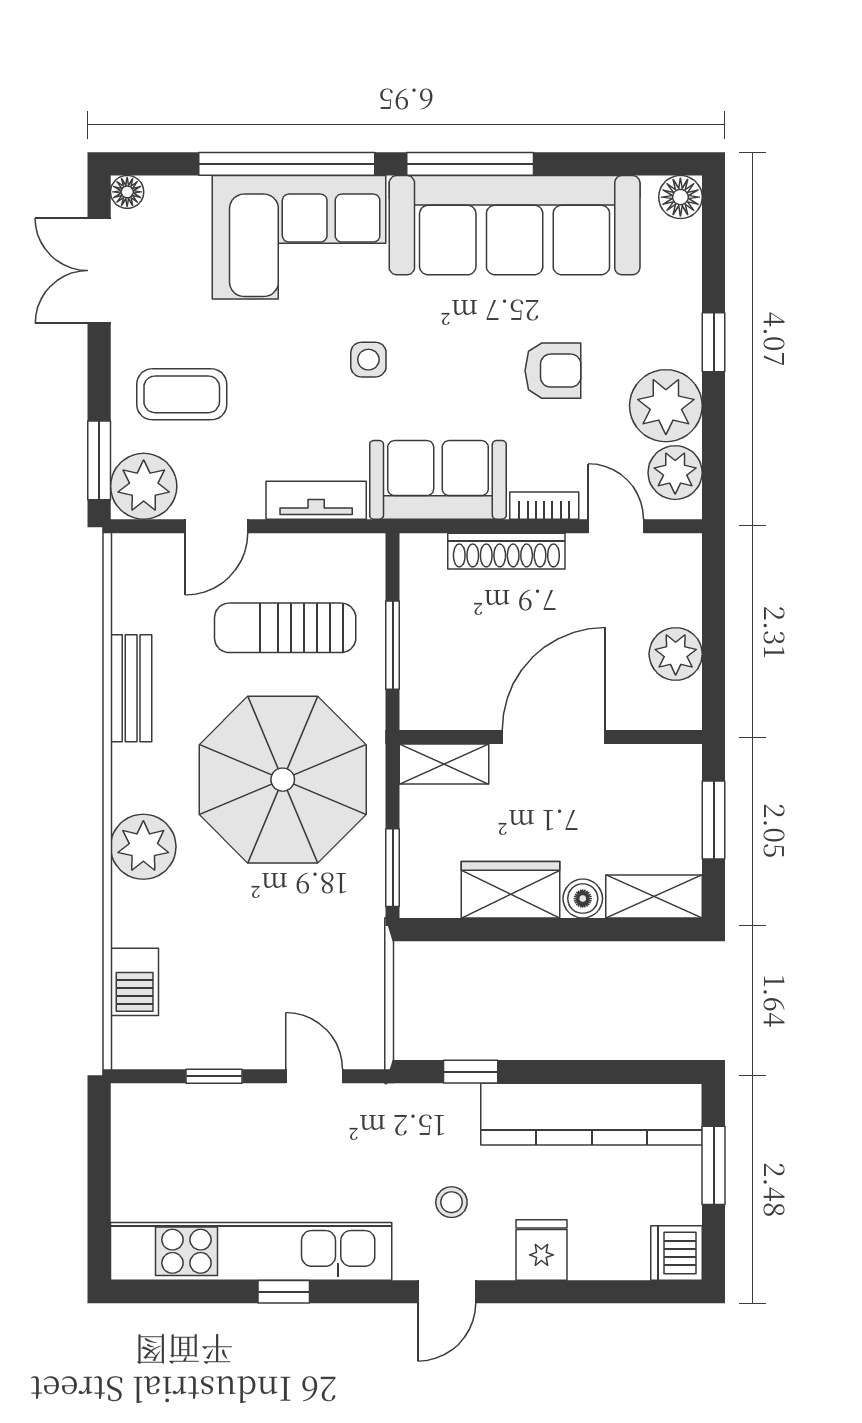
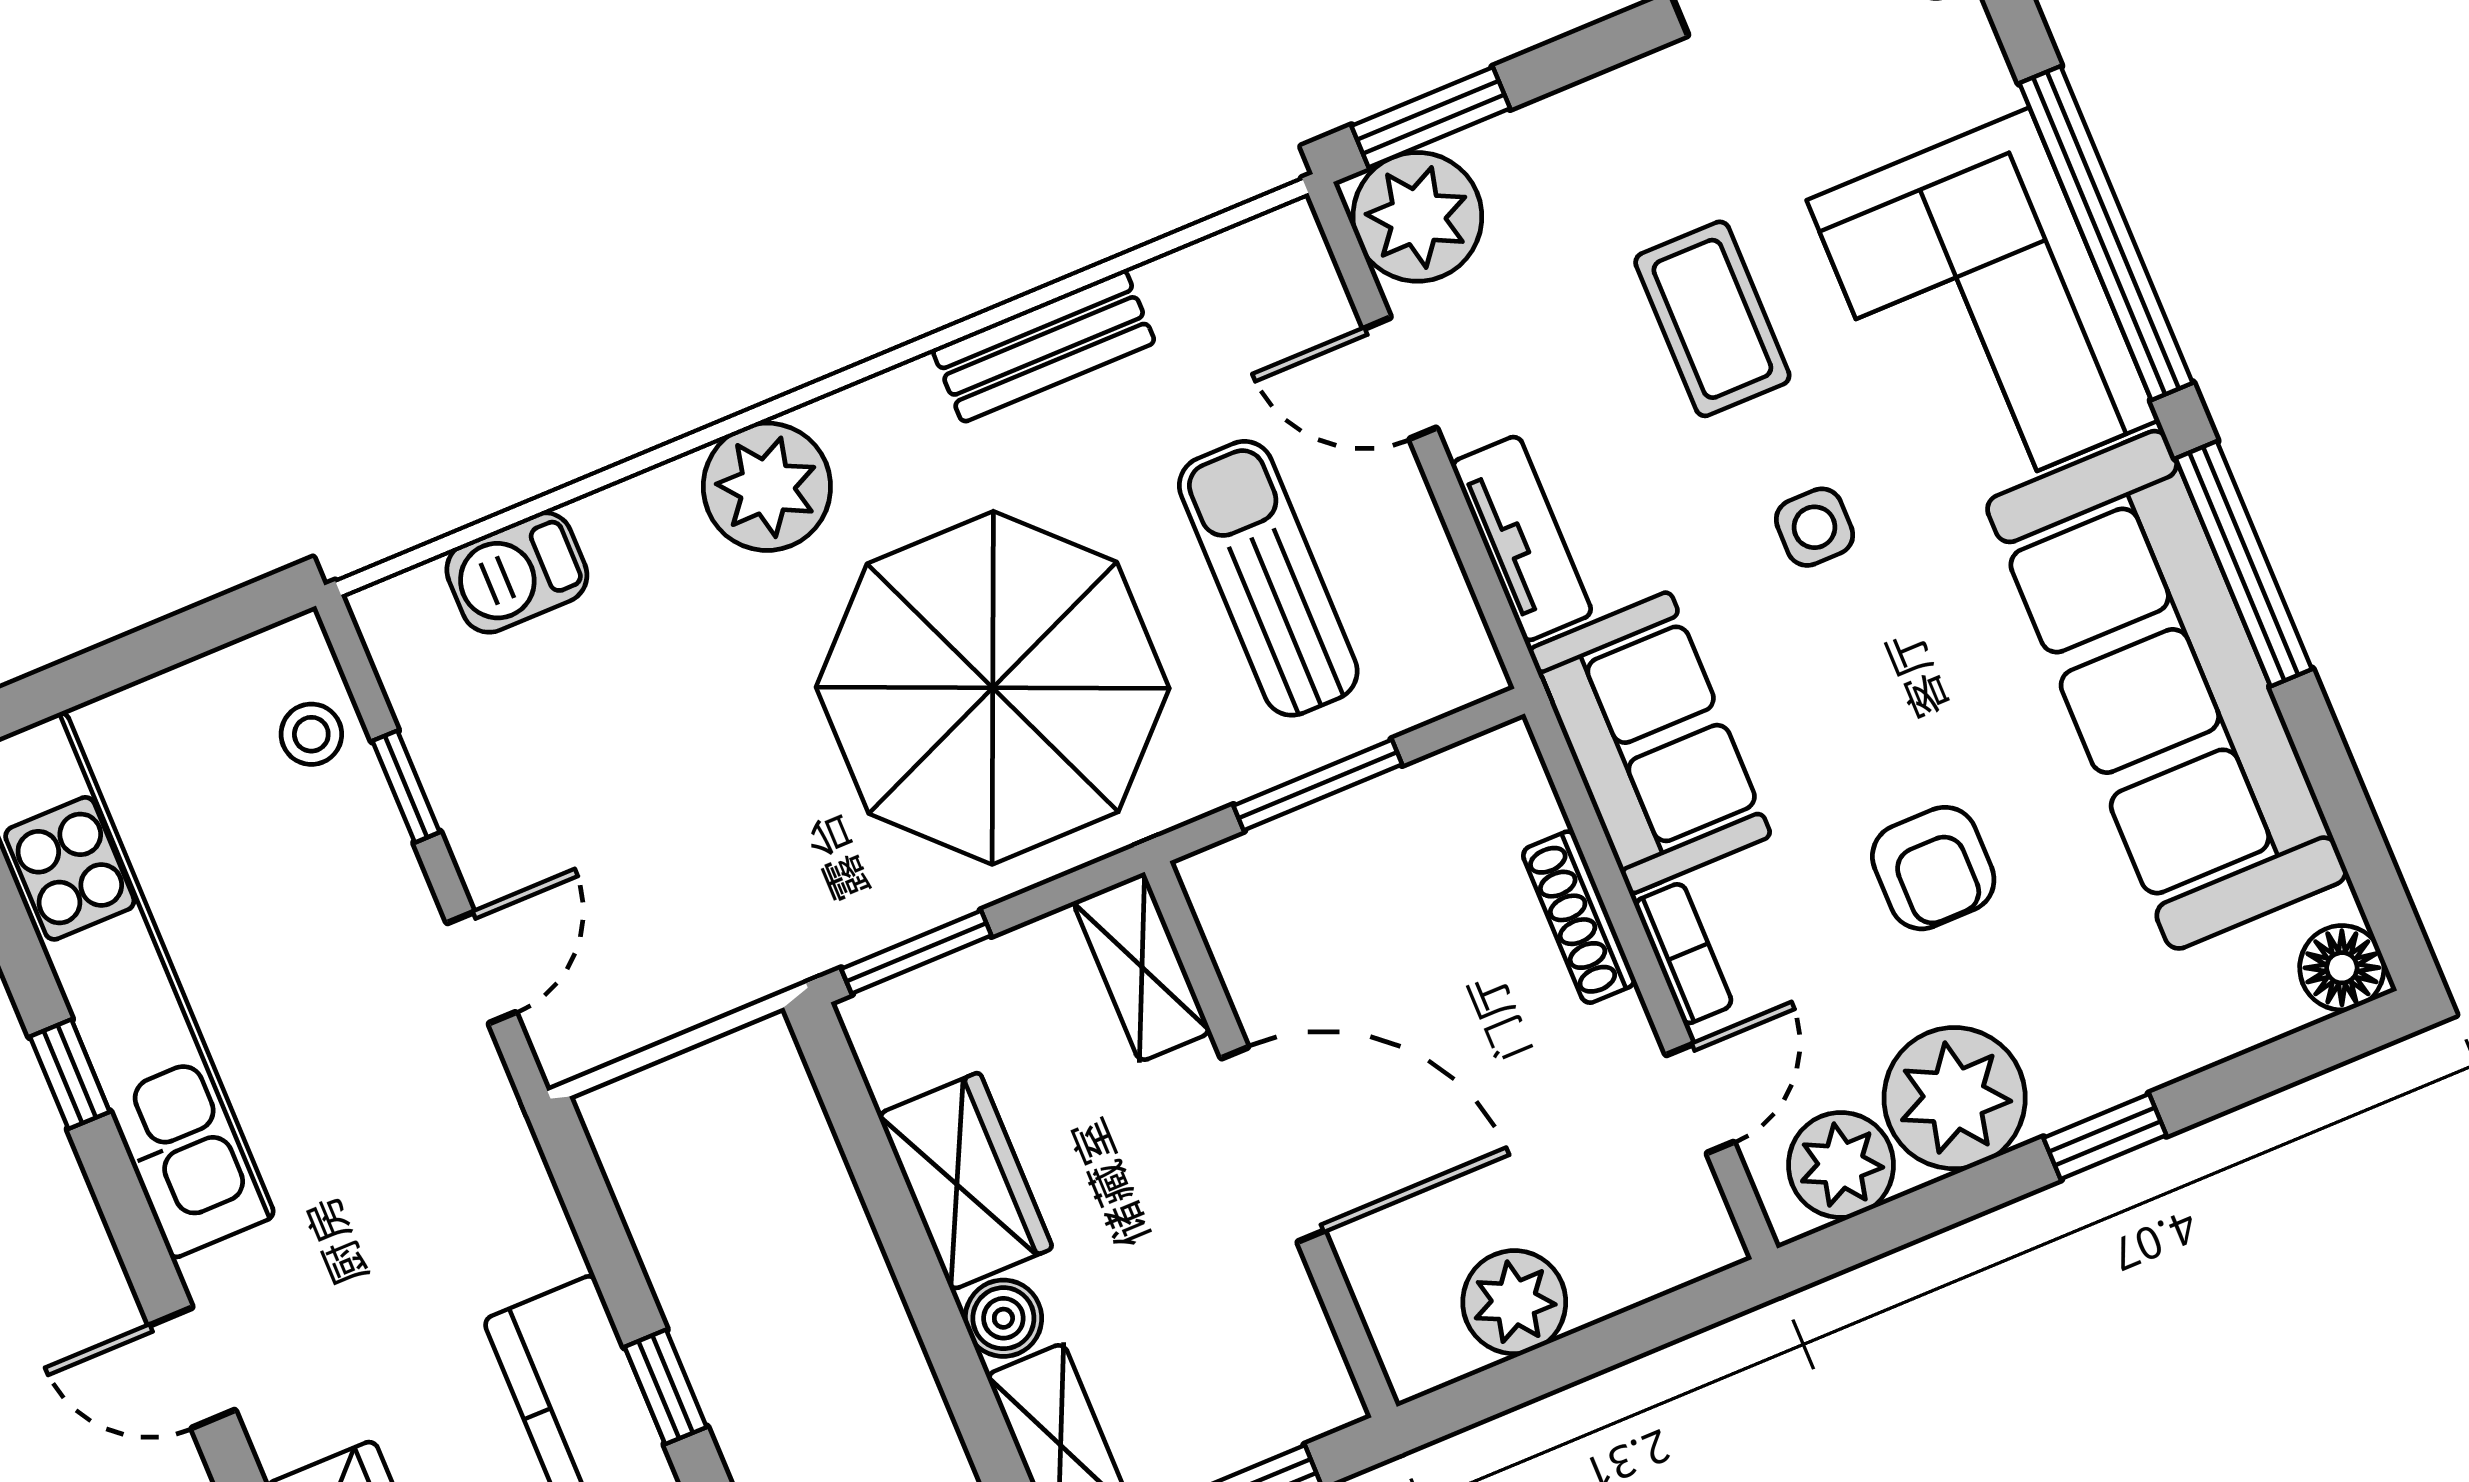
coffee table: (182, 394) -> (1712, 319), moved
shoe rack: (506, 551) -> (1579, 917), width x0.74, depth x0.81
window: (471, 1072) -> (666, 1387), moved
stool: (451, 1202) -> (311, 734), moved

